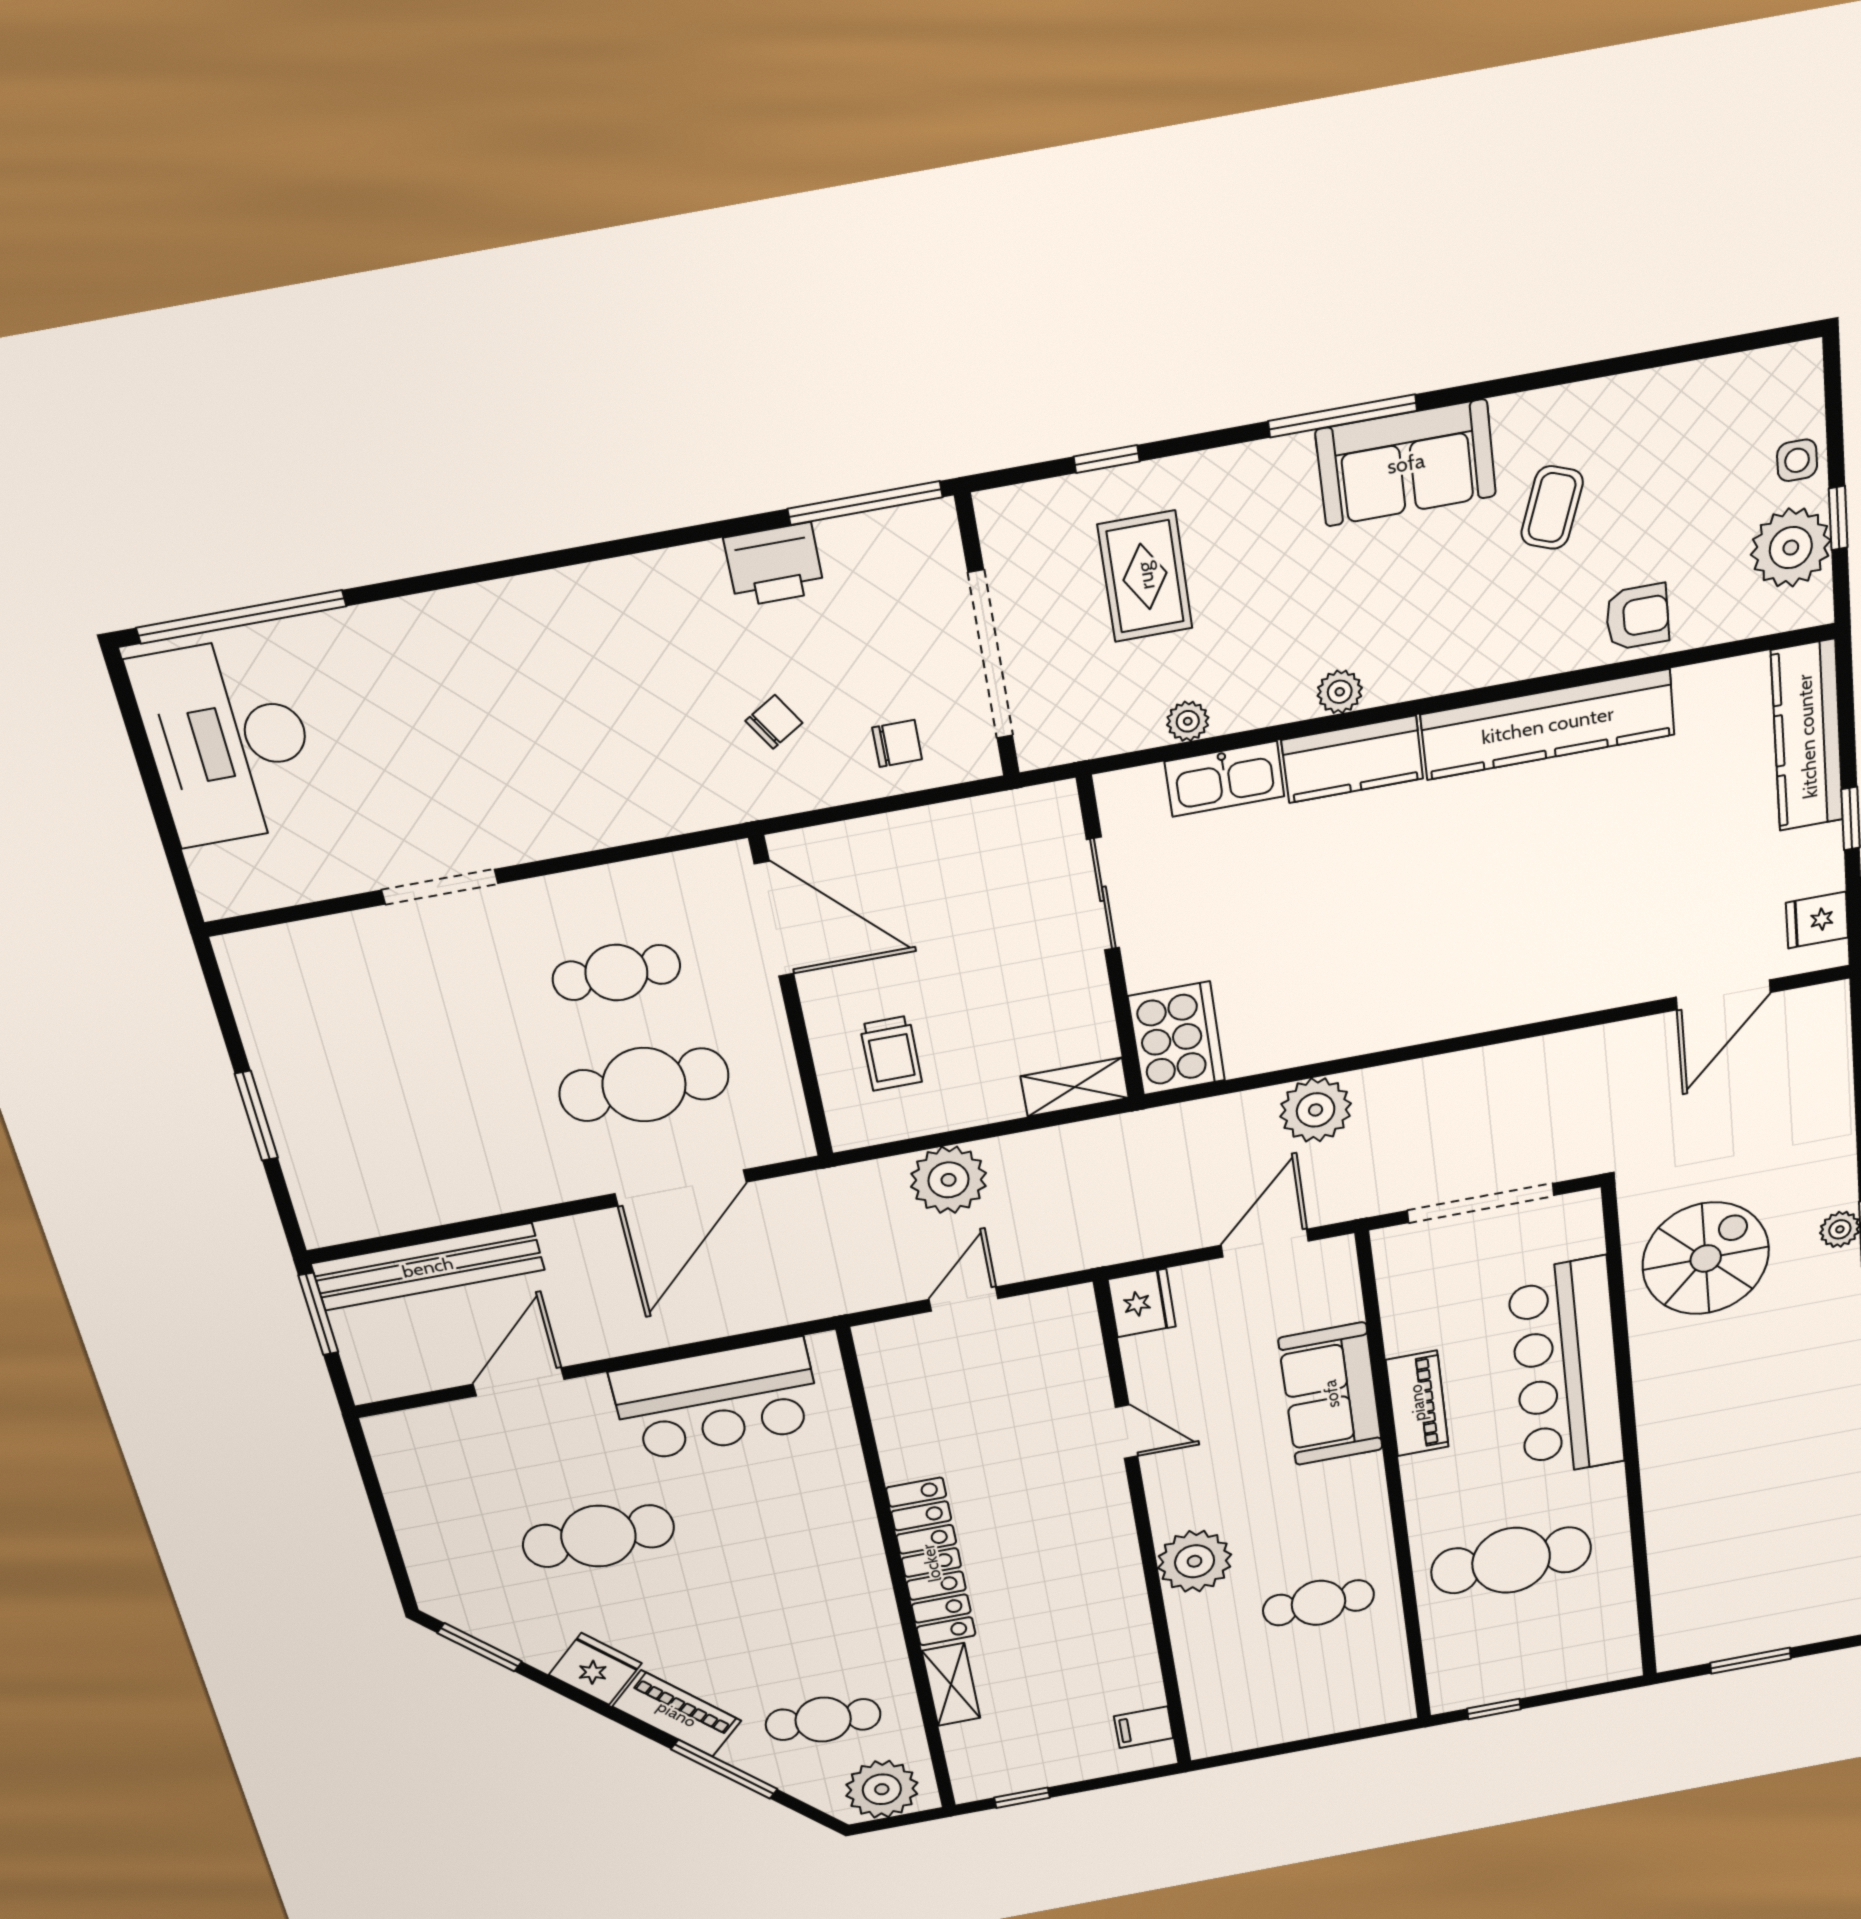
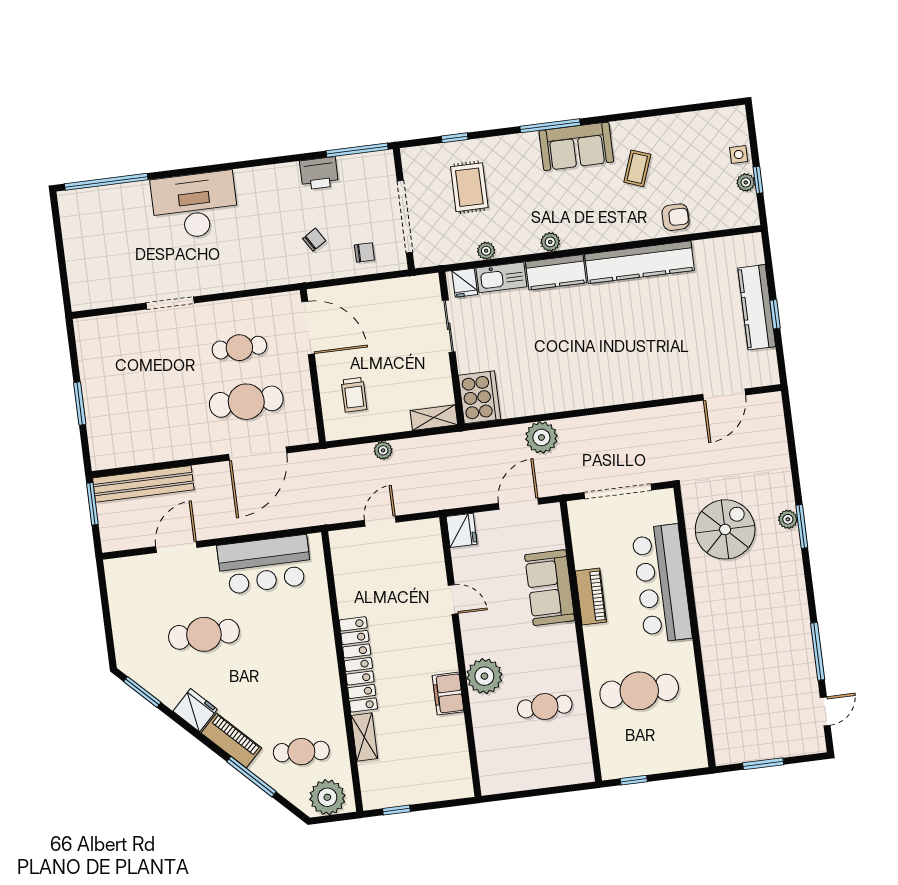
plant: (1791, 548) -> (746, 182), width x0.53, depth x0.53
kitchen counter: (1807, 736) -> (757, 307), moved
desk: (228, 742) -> (195, 205), moved, turned 90
fridge: (1817, 920) -> (465, 283), moved, turned -90
plant: (949, 1180) -> (383, 450), width x0.53, depth x0.53
filing cabinet: (1144, 1727) -> (448, 694), moved, width x2.00

